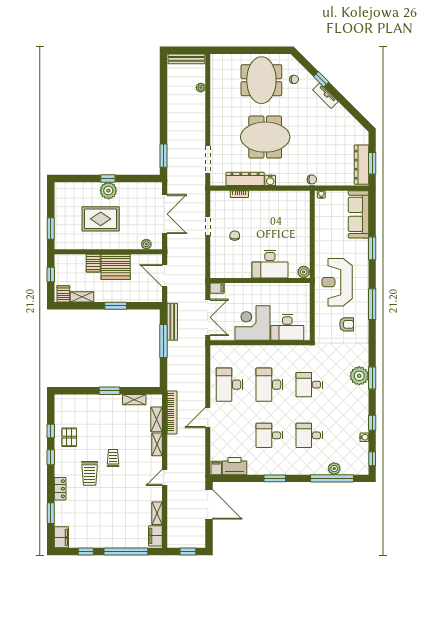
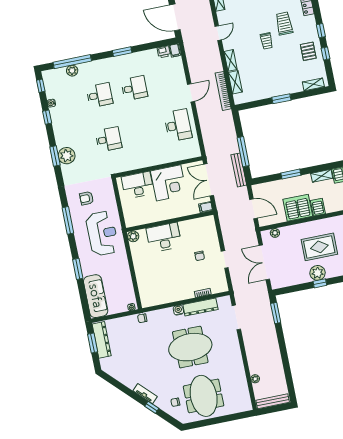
desk: (269, 385) -> (143, 132), removed
shelving: (134, 400) -> (313, 84), moved
printer: (235, 466) -> (164, 52), width x0.53, depth x0.68

